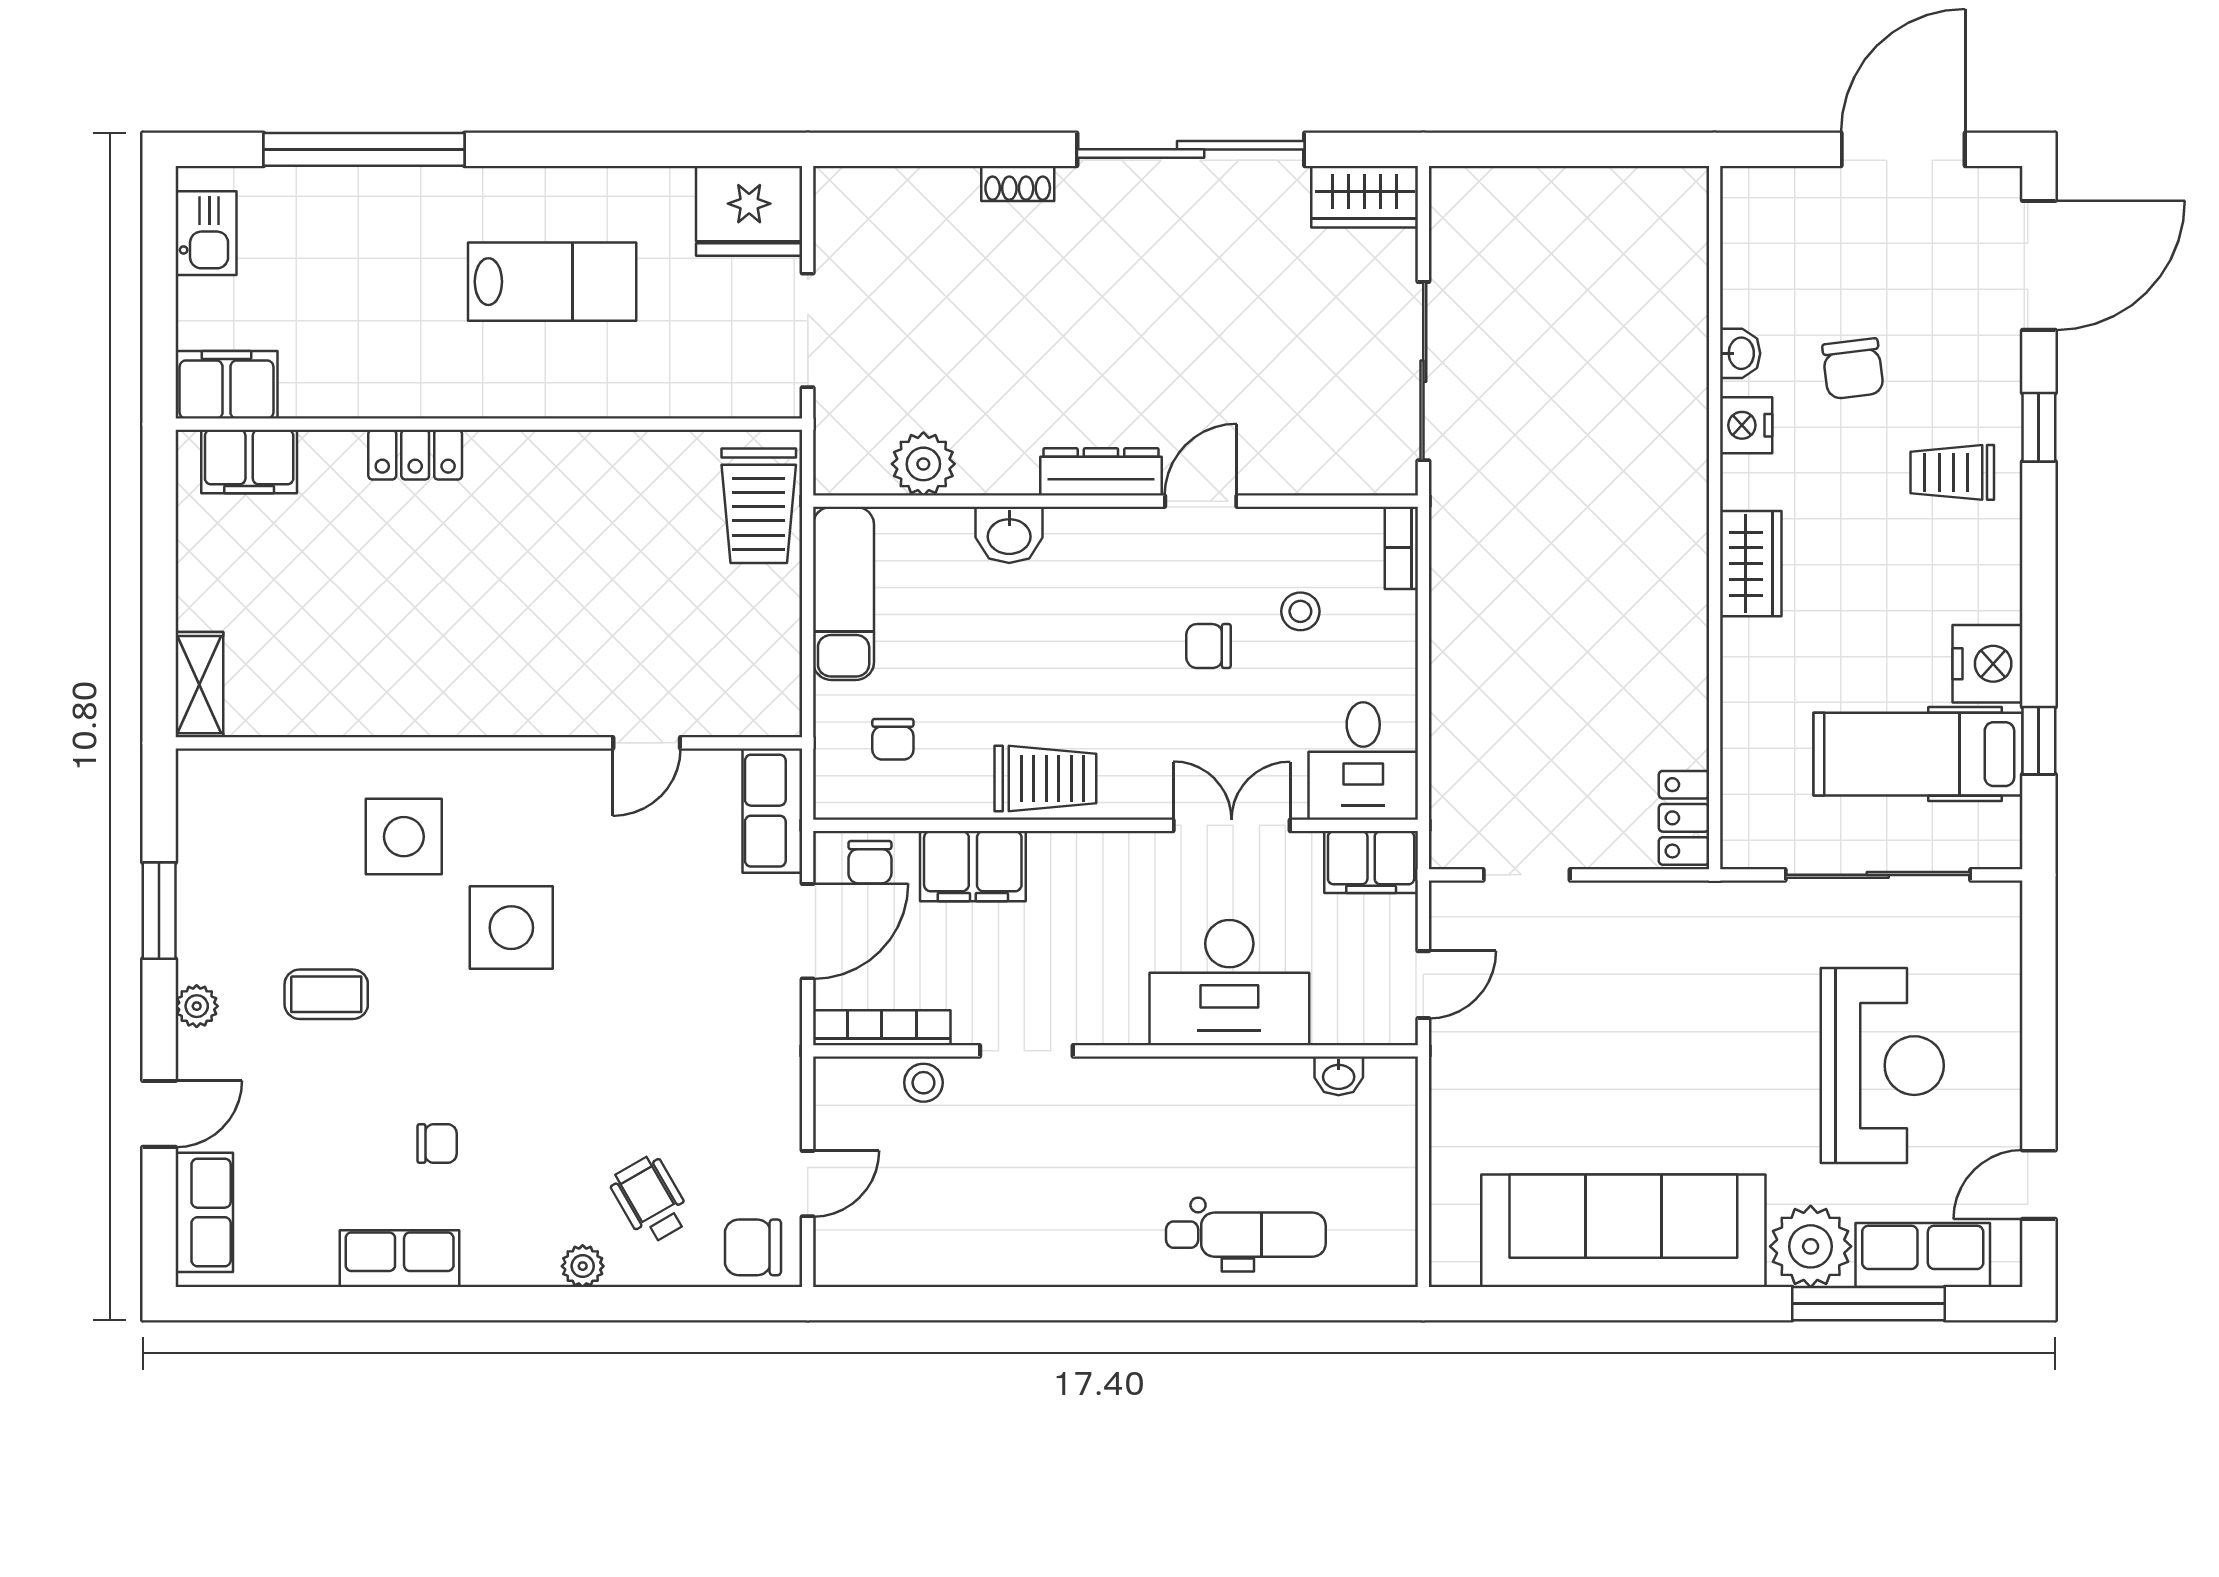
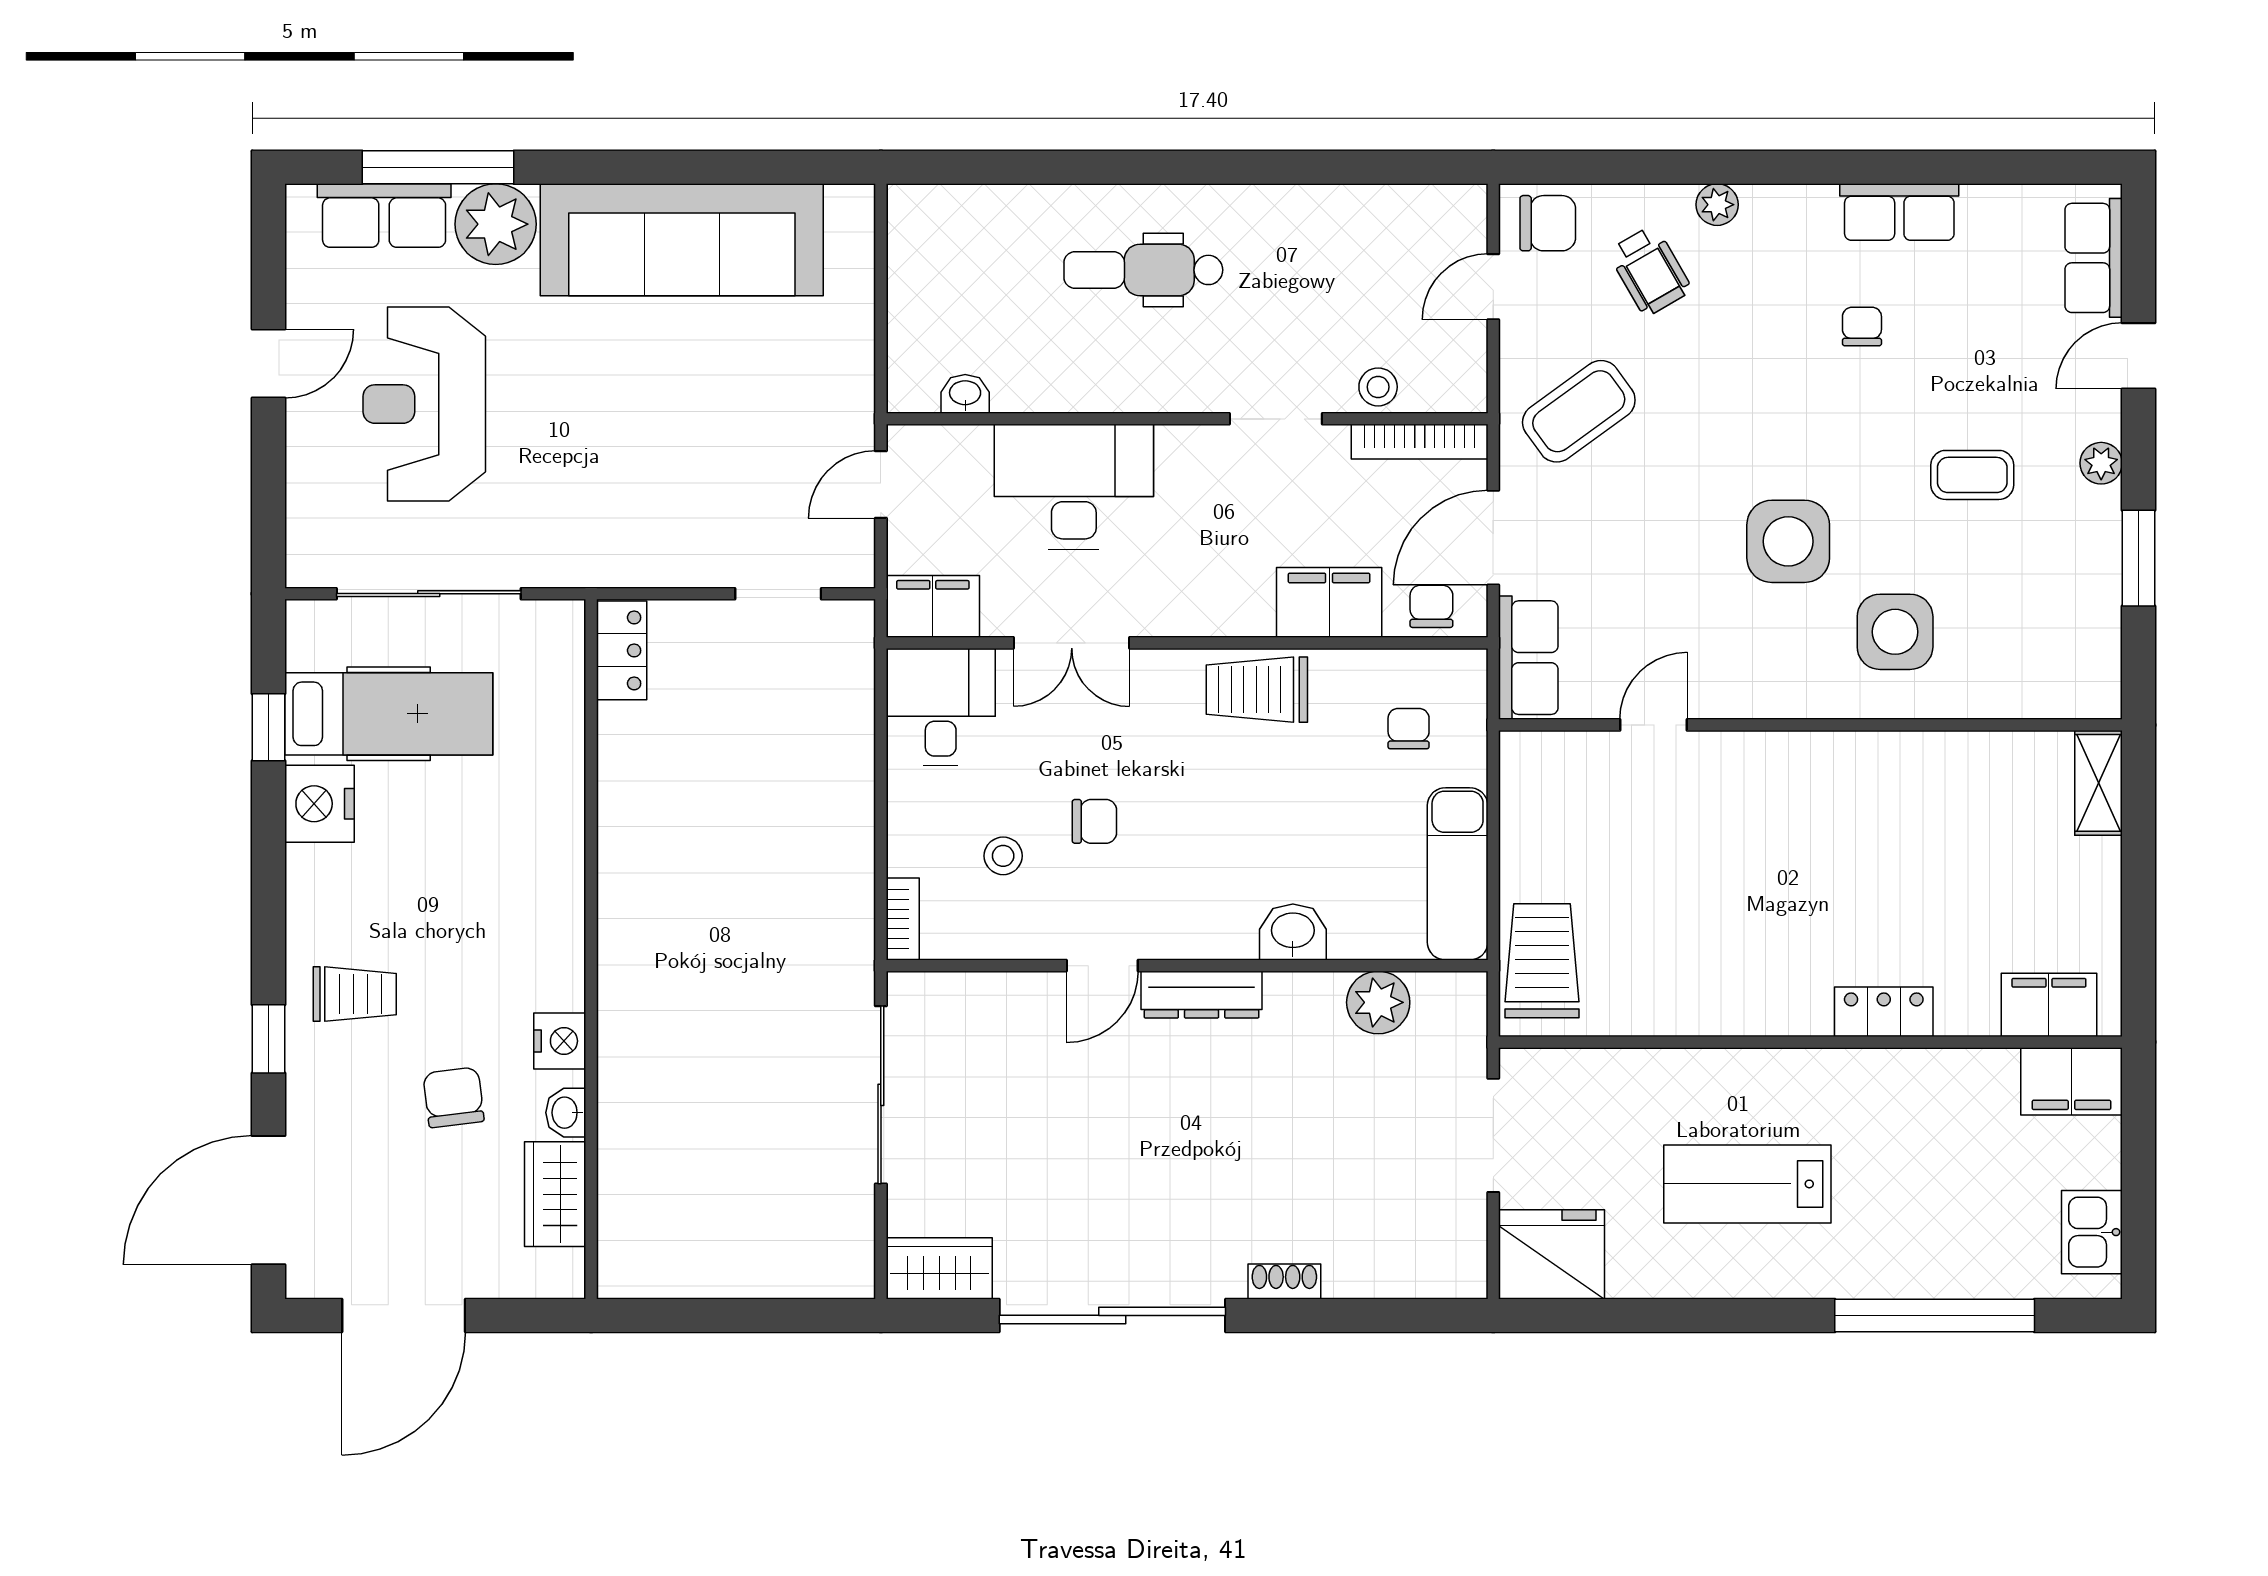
wardrobe: (1751, 564) -> (555, 1194), moved
coffee table: (722, 1058) -> (1579, 411), added
chair: (437, 1144) -> (1862, 327), turned 90
door: (2039, 1185) -> (269, 364), moved
dental chair: (1246, 1235) -> (1143, 270), moved

